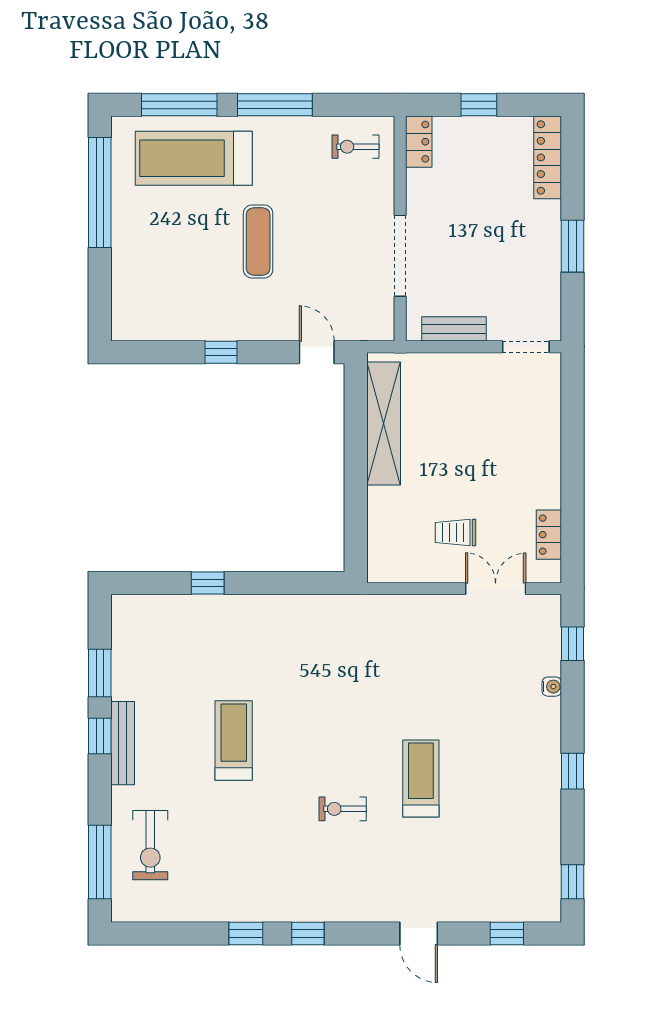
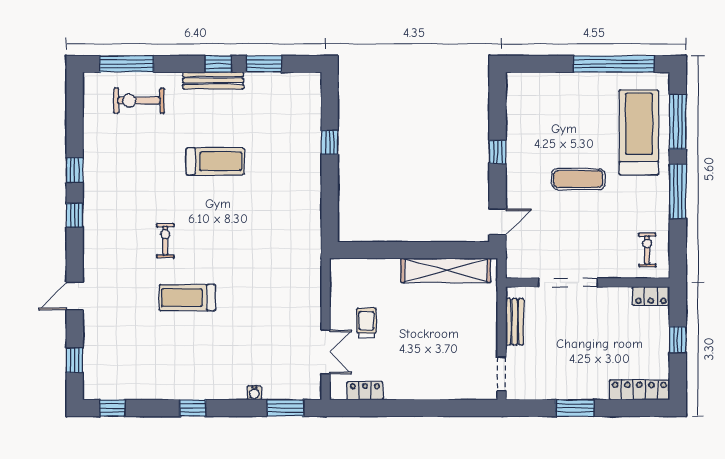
window: (573, 644) -> (285, 408), width x1.50
treadmill: (421, 778) -> (187, 298), turned 180

